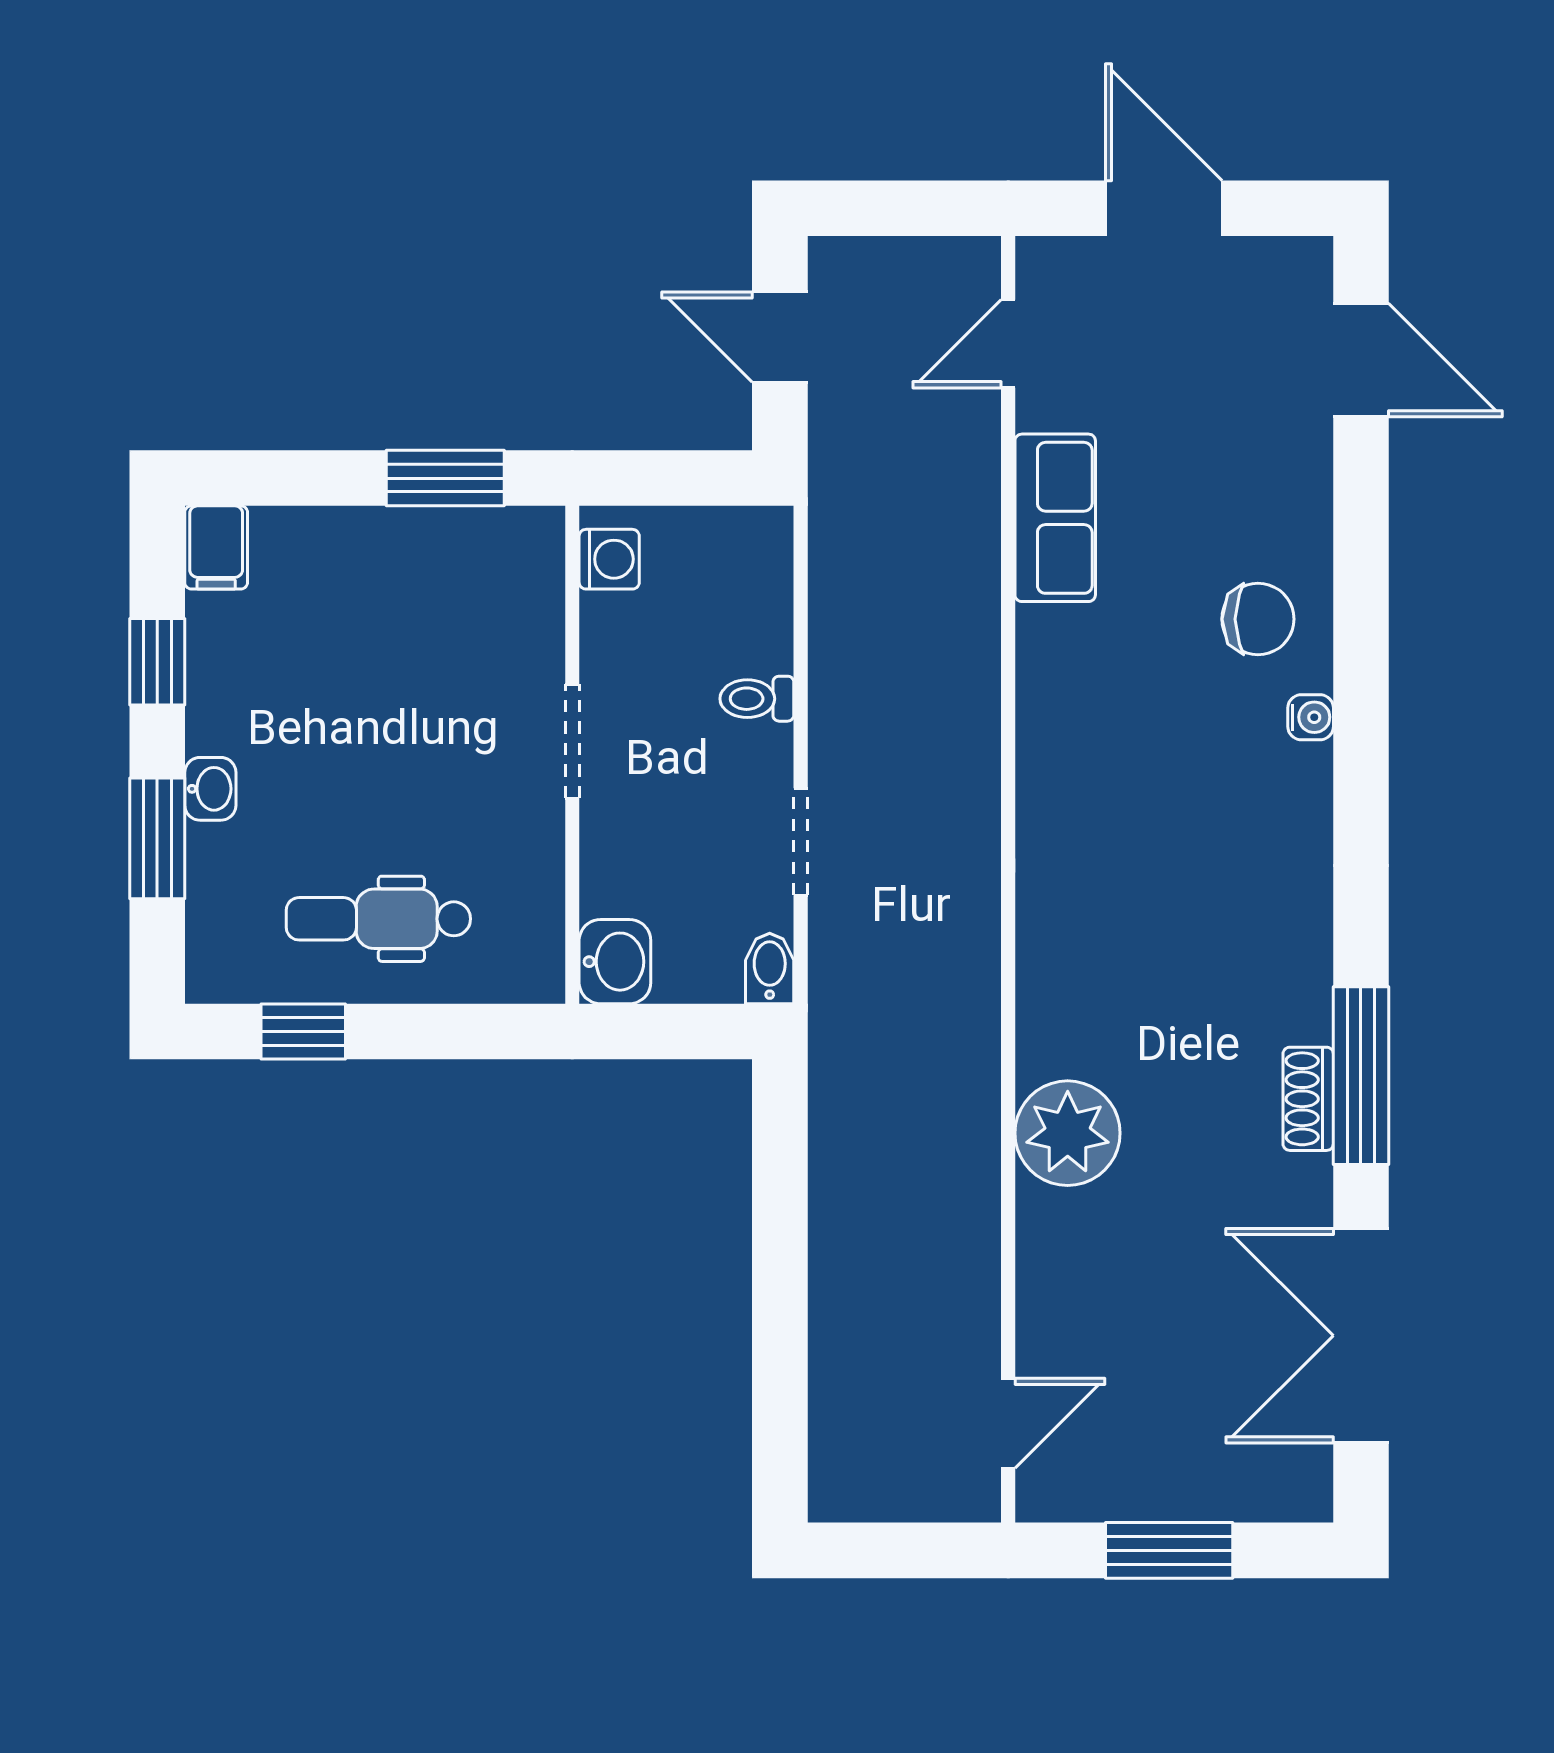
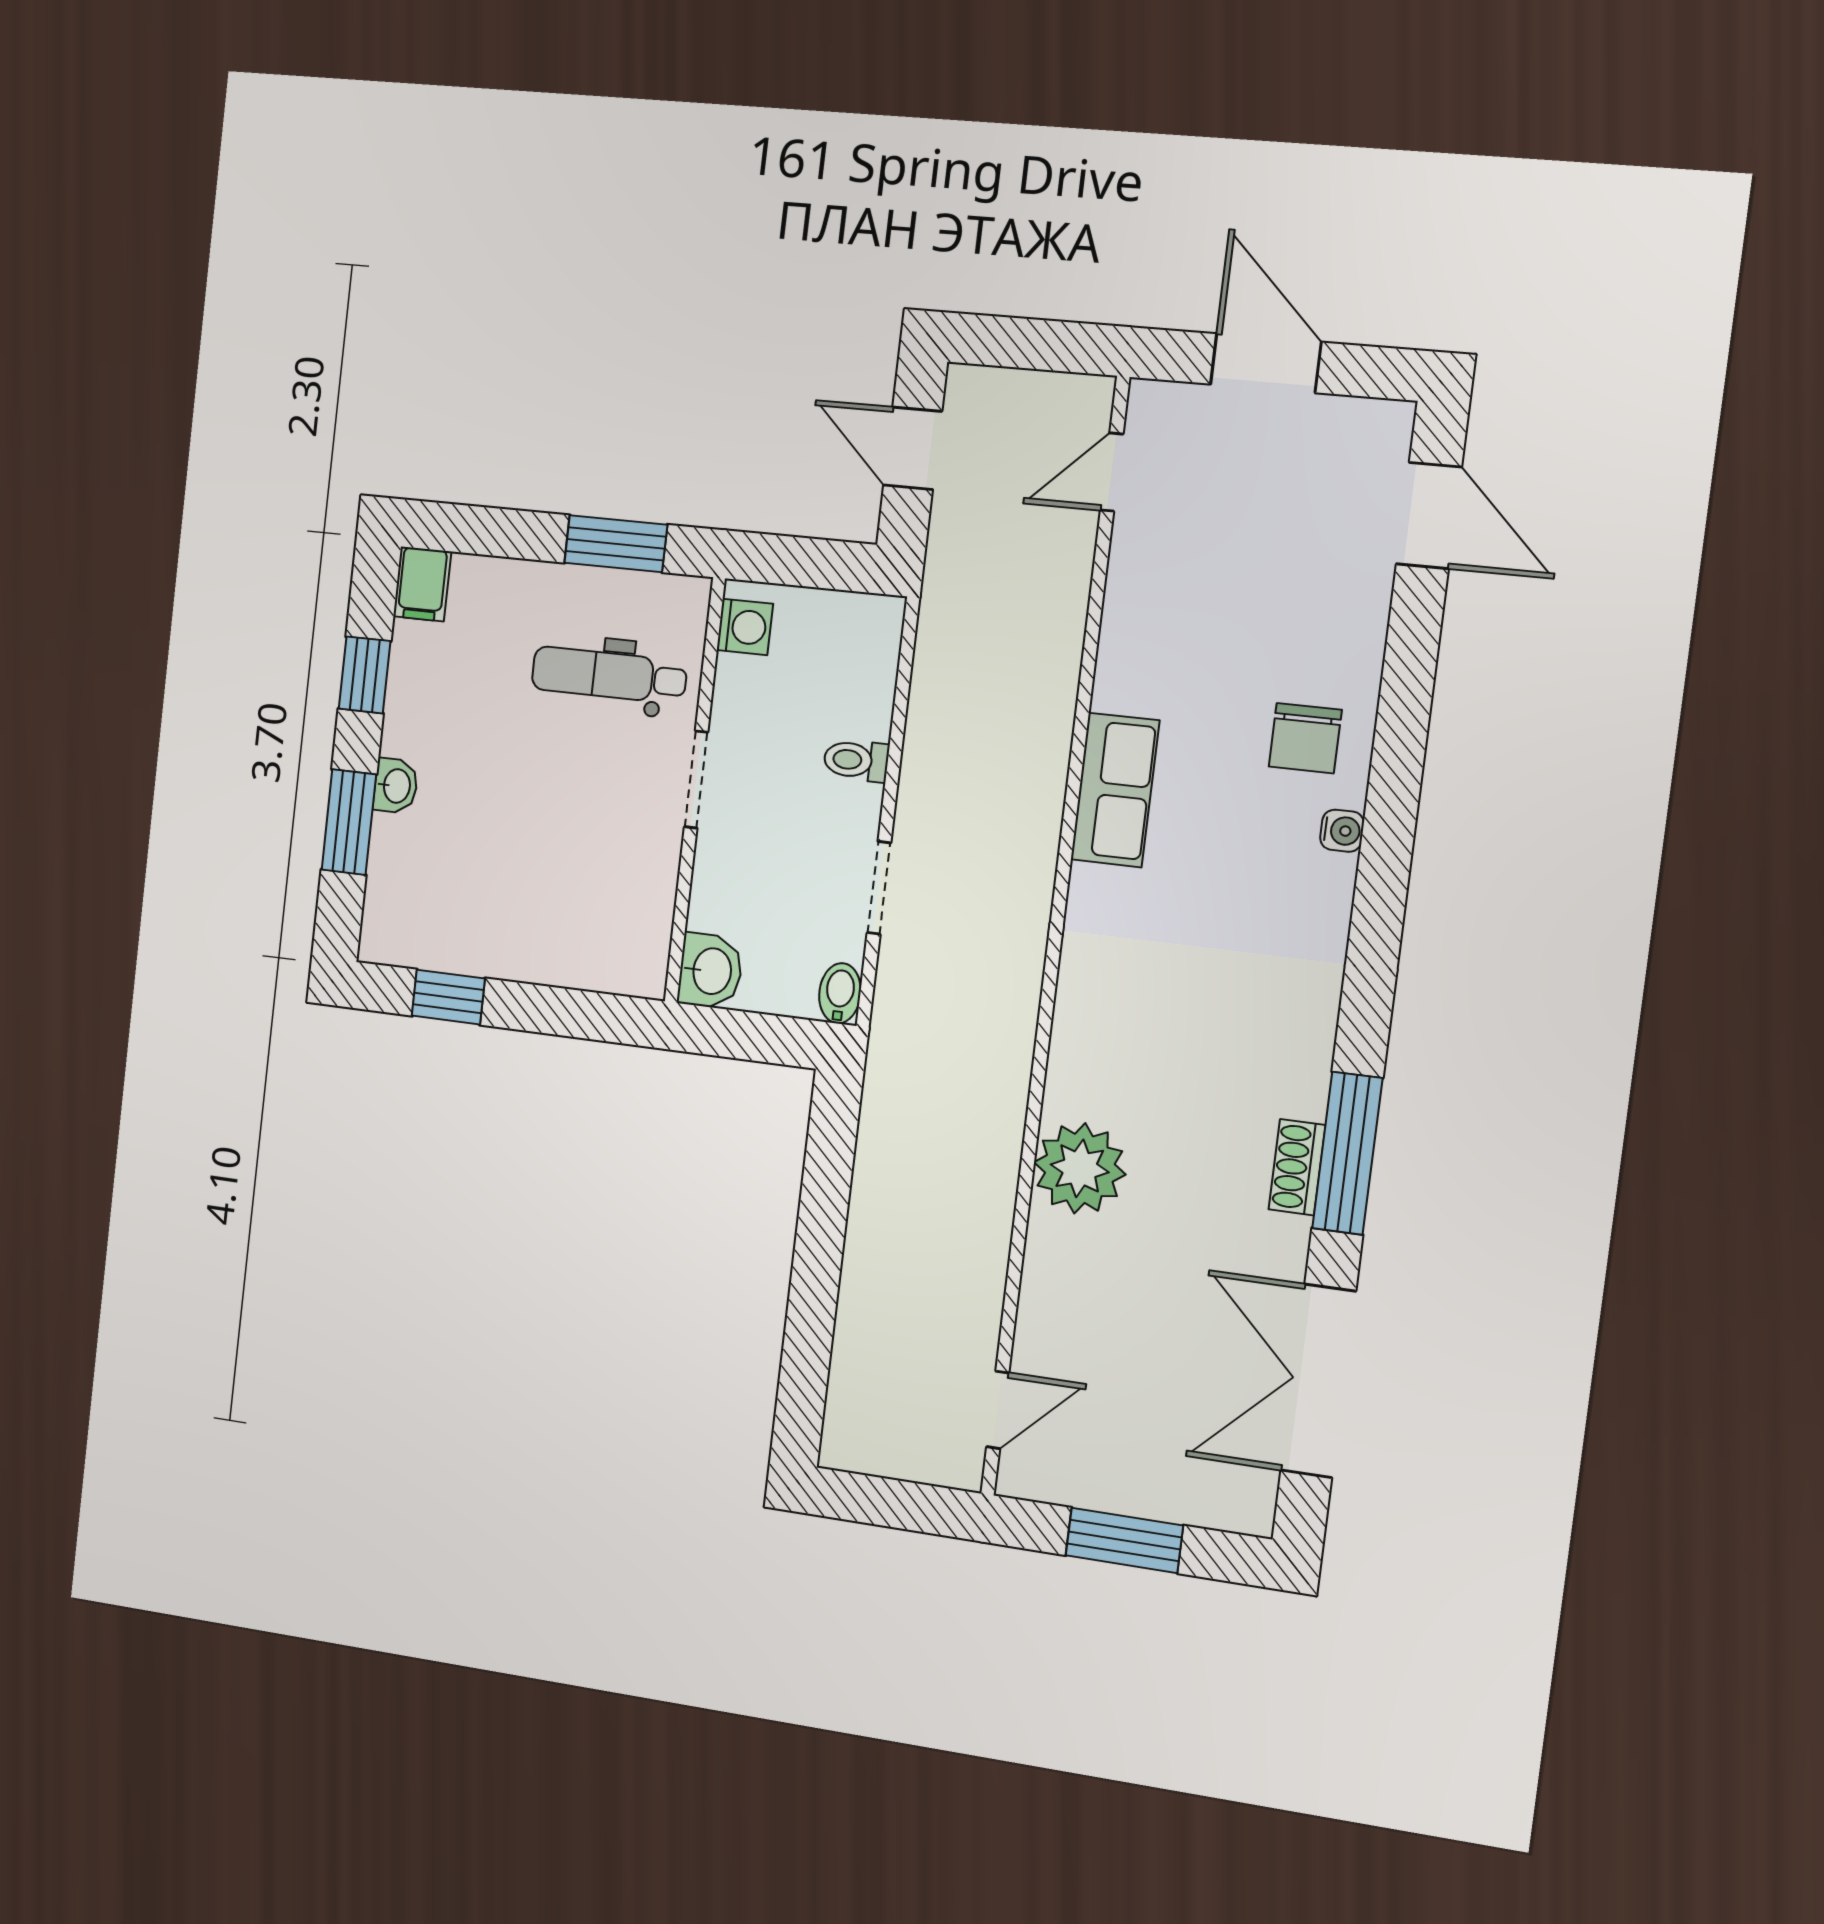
row of seats: (1055, 518) -> (1115, 790), moved
chair: (1258, 619) -> (1305, 738), turned 90
dental chair: (378, 919) -> (609, 675), moved

